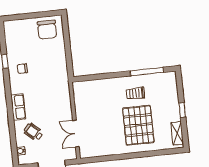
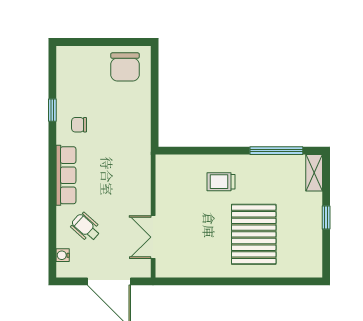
trolley: (135, 93) -> (221, 182), moved
row of seats: (18, 107) -> (66, 175), width x1.48
shelving: (177, 133) -> (314, 173), moved

